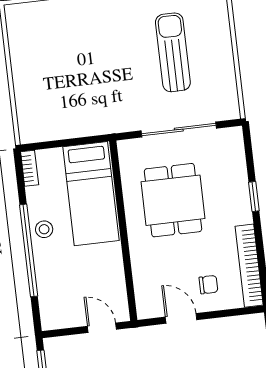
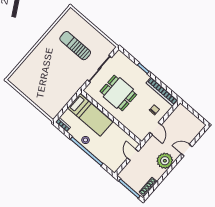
door: (181, 318) -> (155, 129), swing flipped
door: (102, 328) -> (133, 155), hinge flipped

